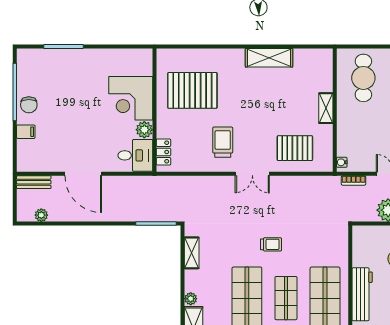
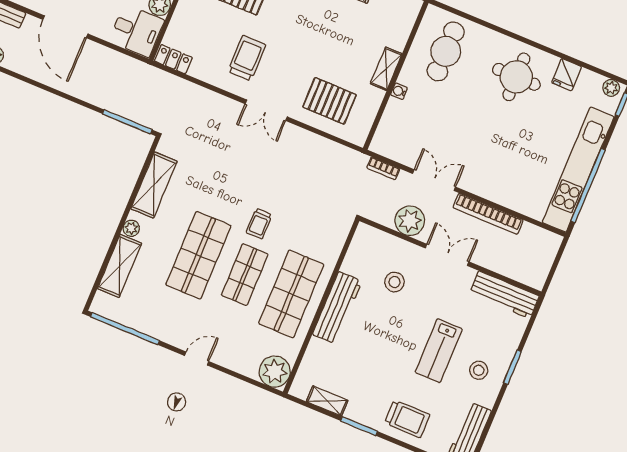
locker: (163, 152) -> (173, 59), moved, turned -90
water cooler: (342, 162) -> (399, 91), moved
trolley: (271, 244) -> (259, 224), moved, turned 90
shelving: (192, 253) -> (154, 185), width x1.50, depth x1.33

